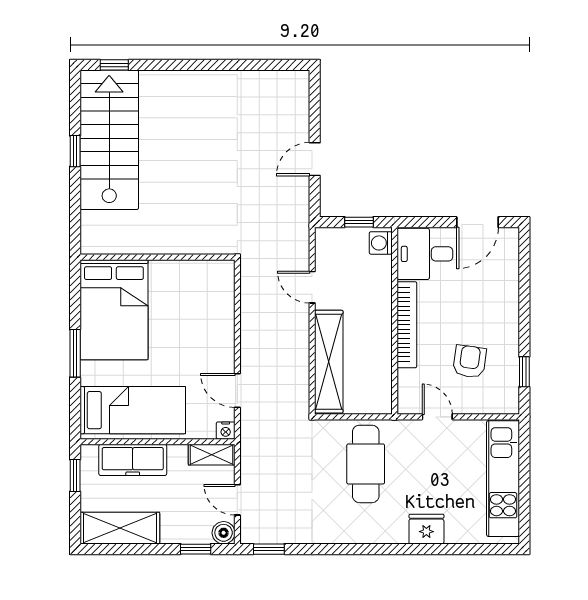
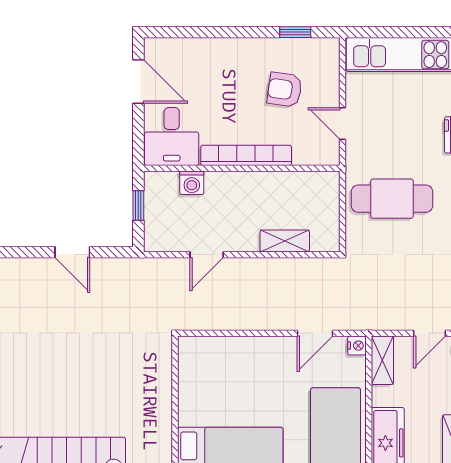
washing machine: (381, 243) -> (192, 183), moved
shelving: (329, 362) -> (285, 241), width x0.45, depth x0.75
door: (437, 417) -> (343, 124), hinge flipped

